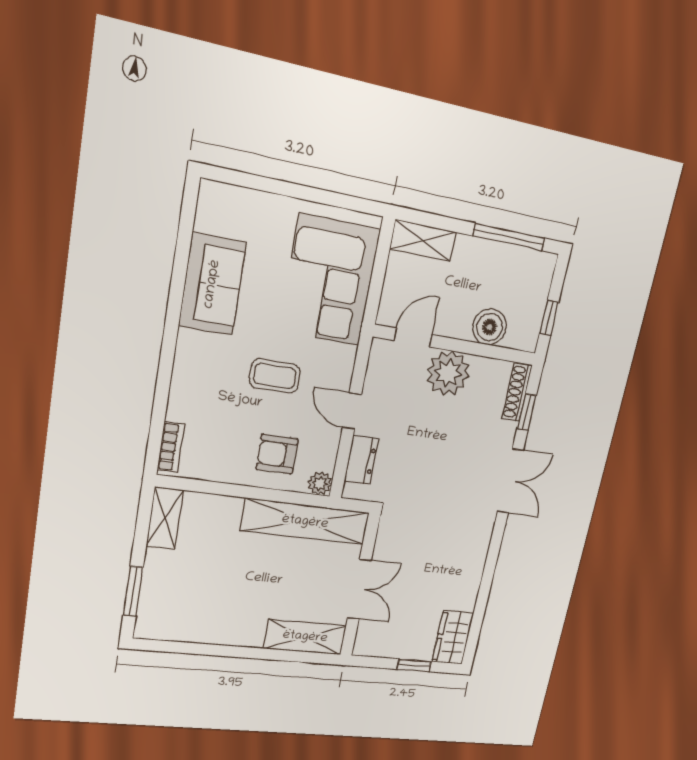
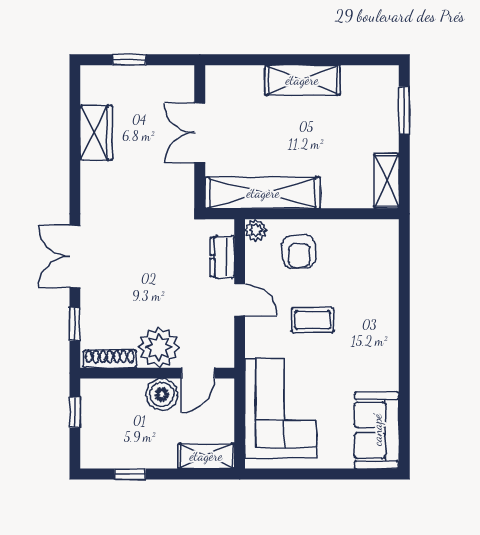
window: (509, 237) -> (130, 474), width x0.46
sofa: (212, 284) -> (377, 430), moved
boiler: (490, 327) -> (162, 394), moved
shoe rack: (517, 392) -> (110, 359), moved, turned -90
bookcase: (171, 447) -> (390, 245), removed
armchair: (277, 454) -> (299, 252), turned 87
shelving: (305, 637) -> (302, 80), moved
wardrobe: (453, 637) -> (96, 133), moved

